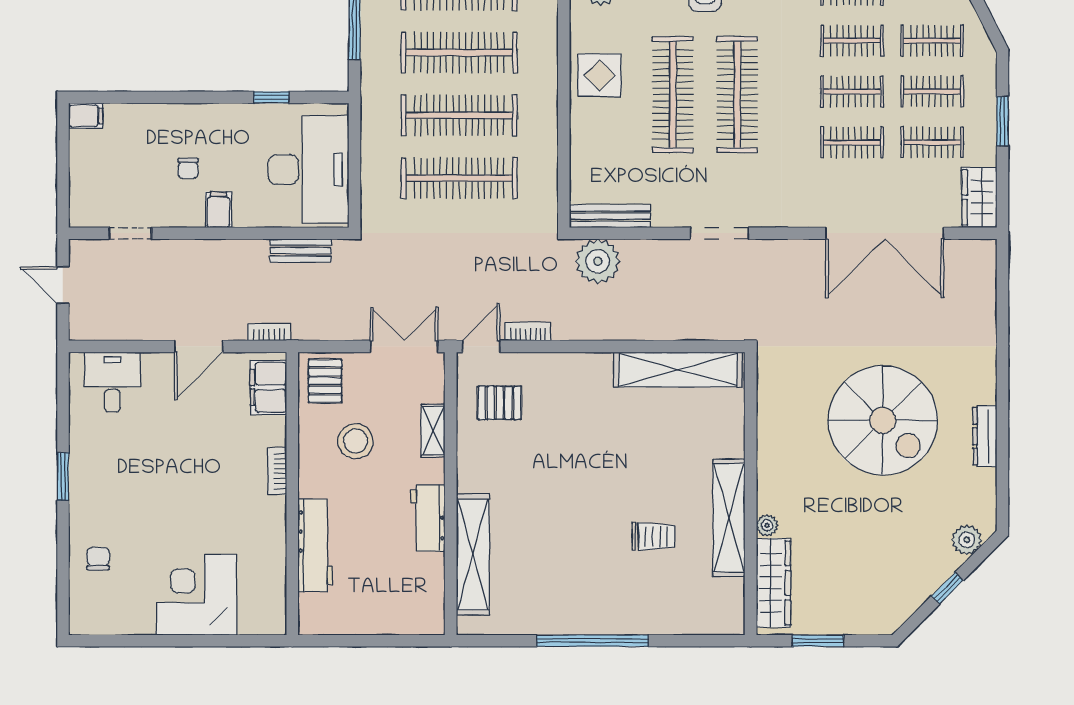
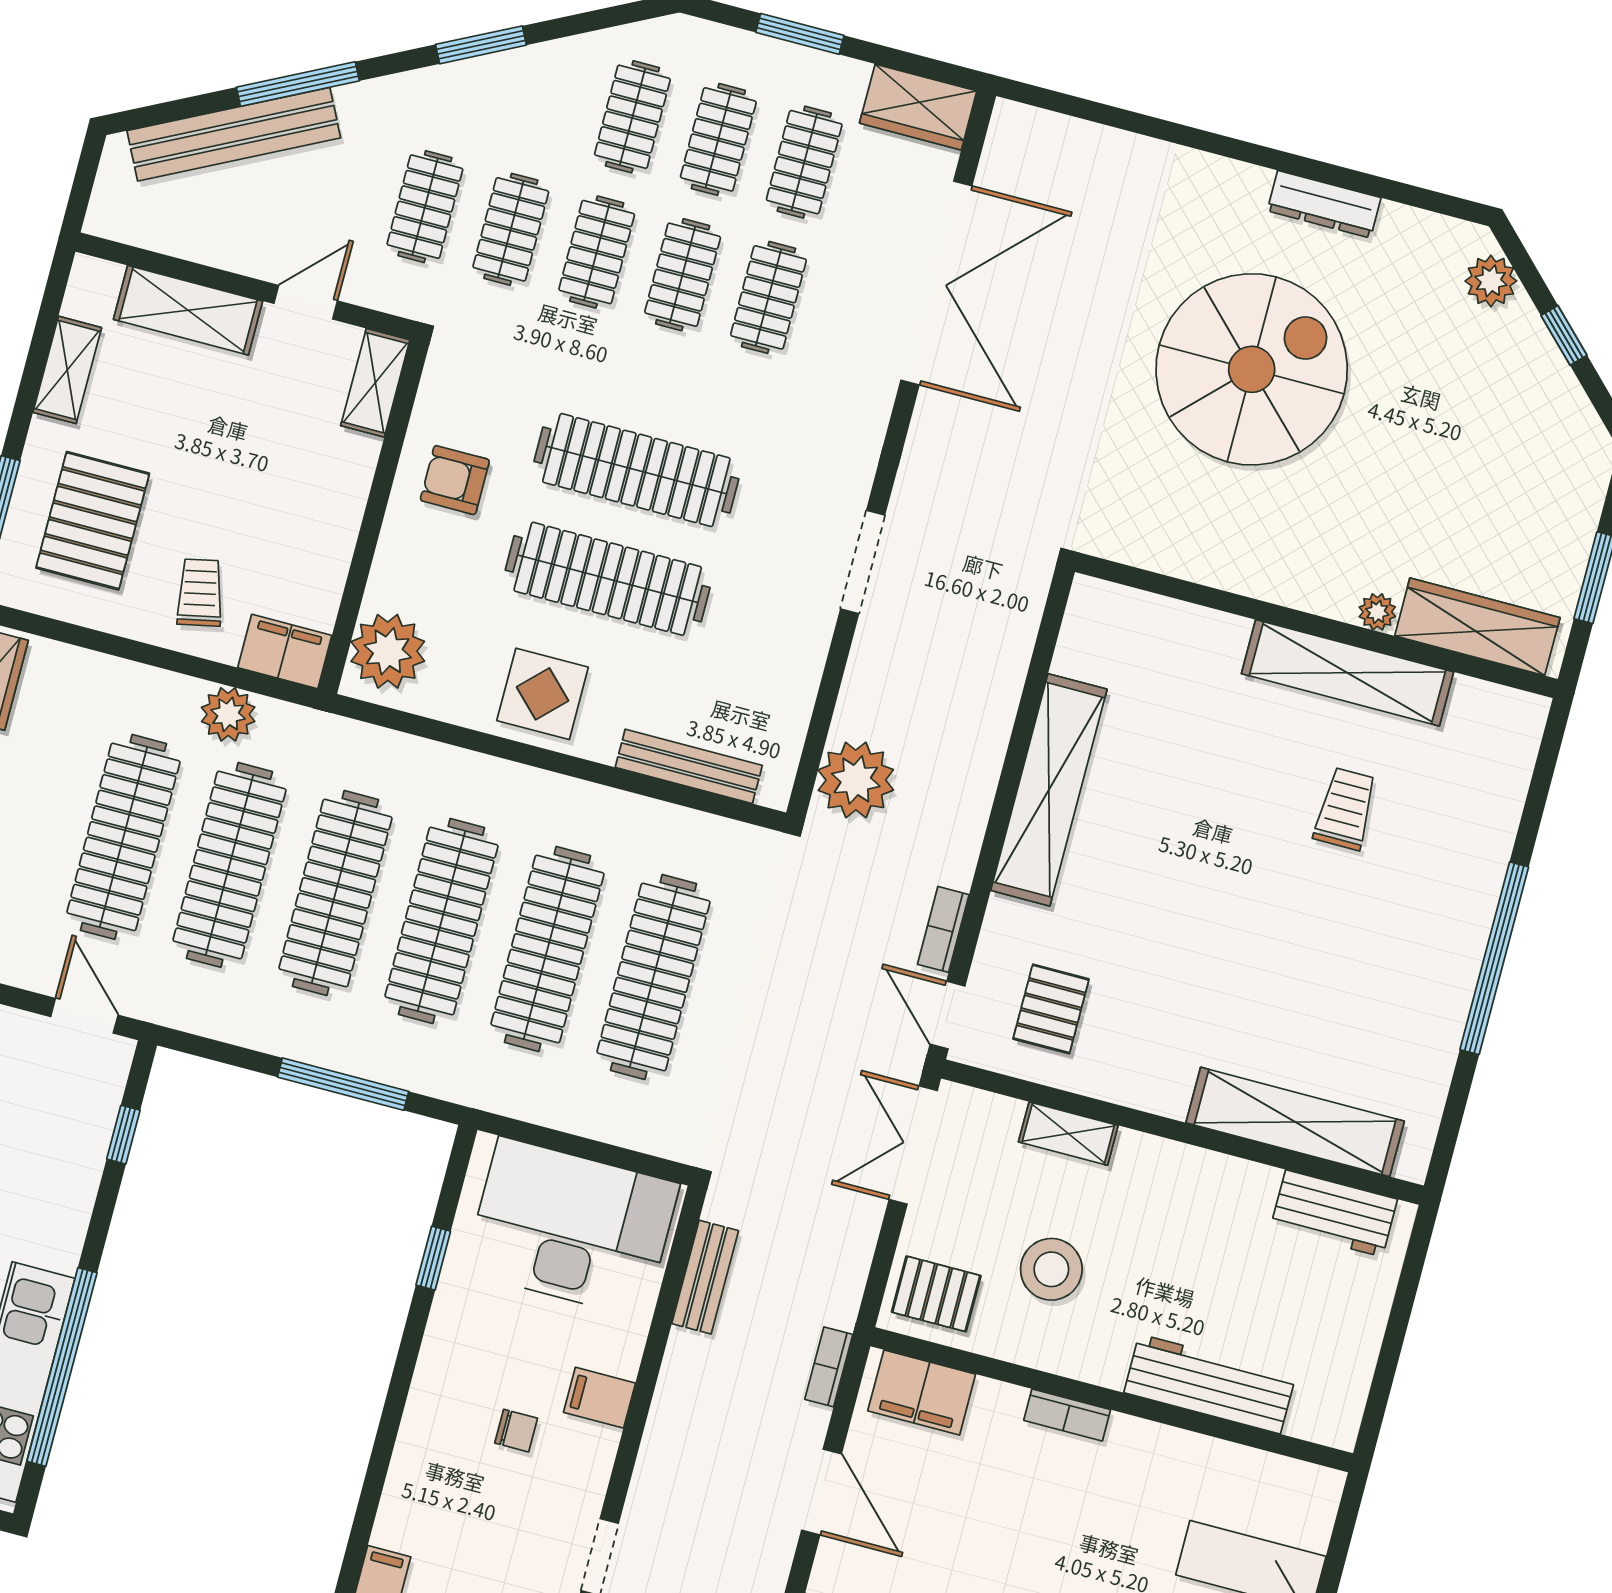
bench: (610, 216) -> (689, 766), moved, turned 90
shelving: (678, 370) -> (1049, 790), moved
workbench: (428, 518) -> (1334, 1213), moved

